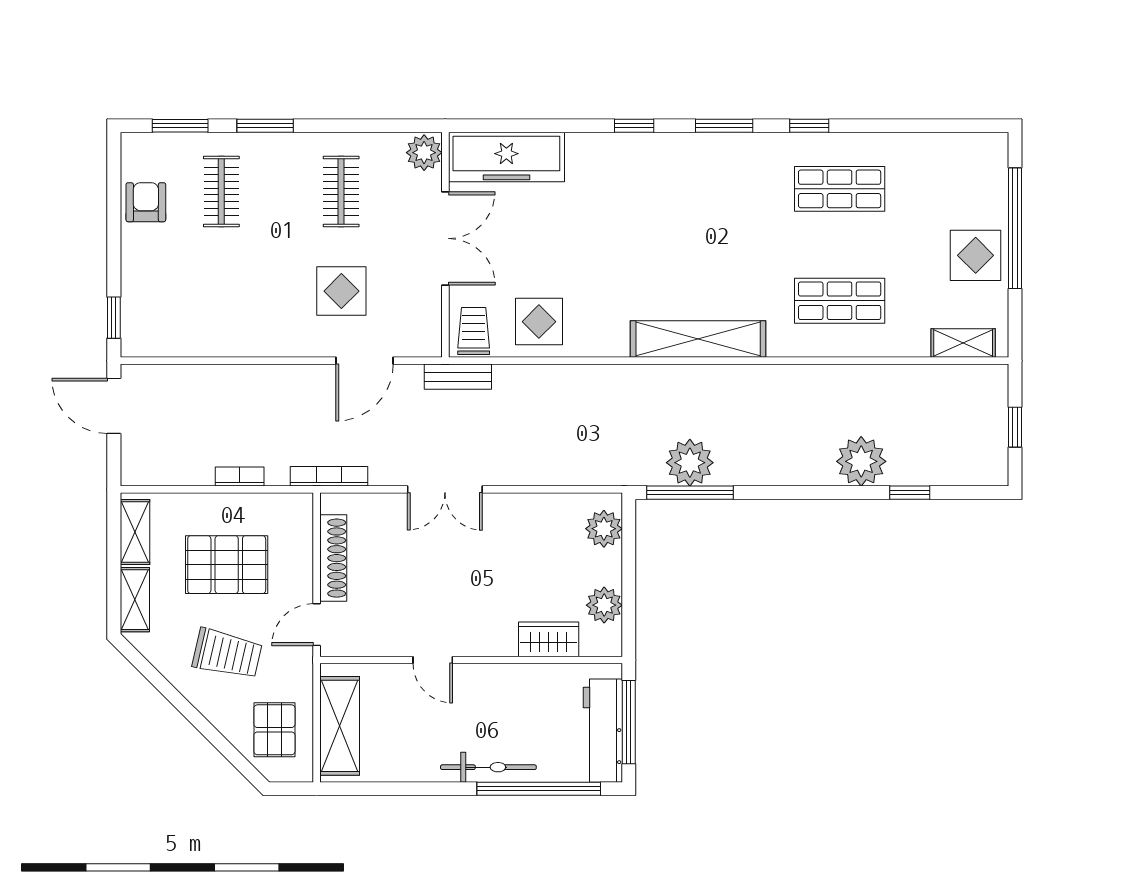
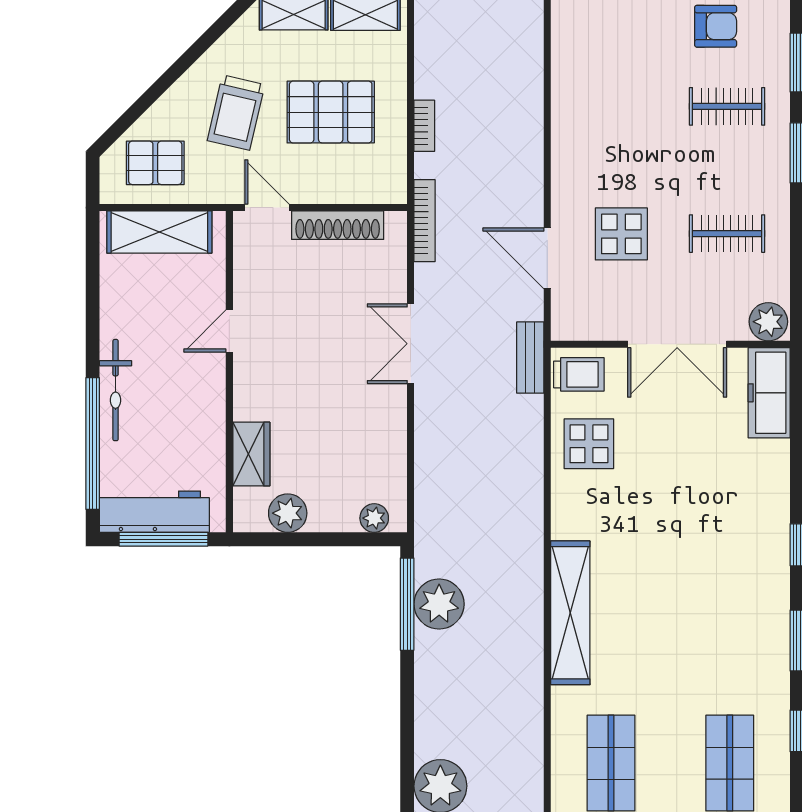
freezer: (506, 157) -> (769, 393), width x0.73, depth x0.79
plant: (604, 529) -> (374, 518), width x0.73, depth x0.73
pallet: (227, 565) -> (331, 112), turned 90

